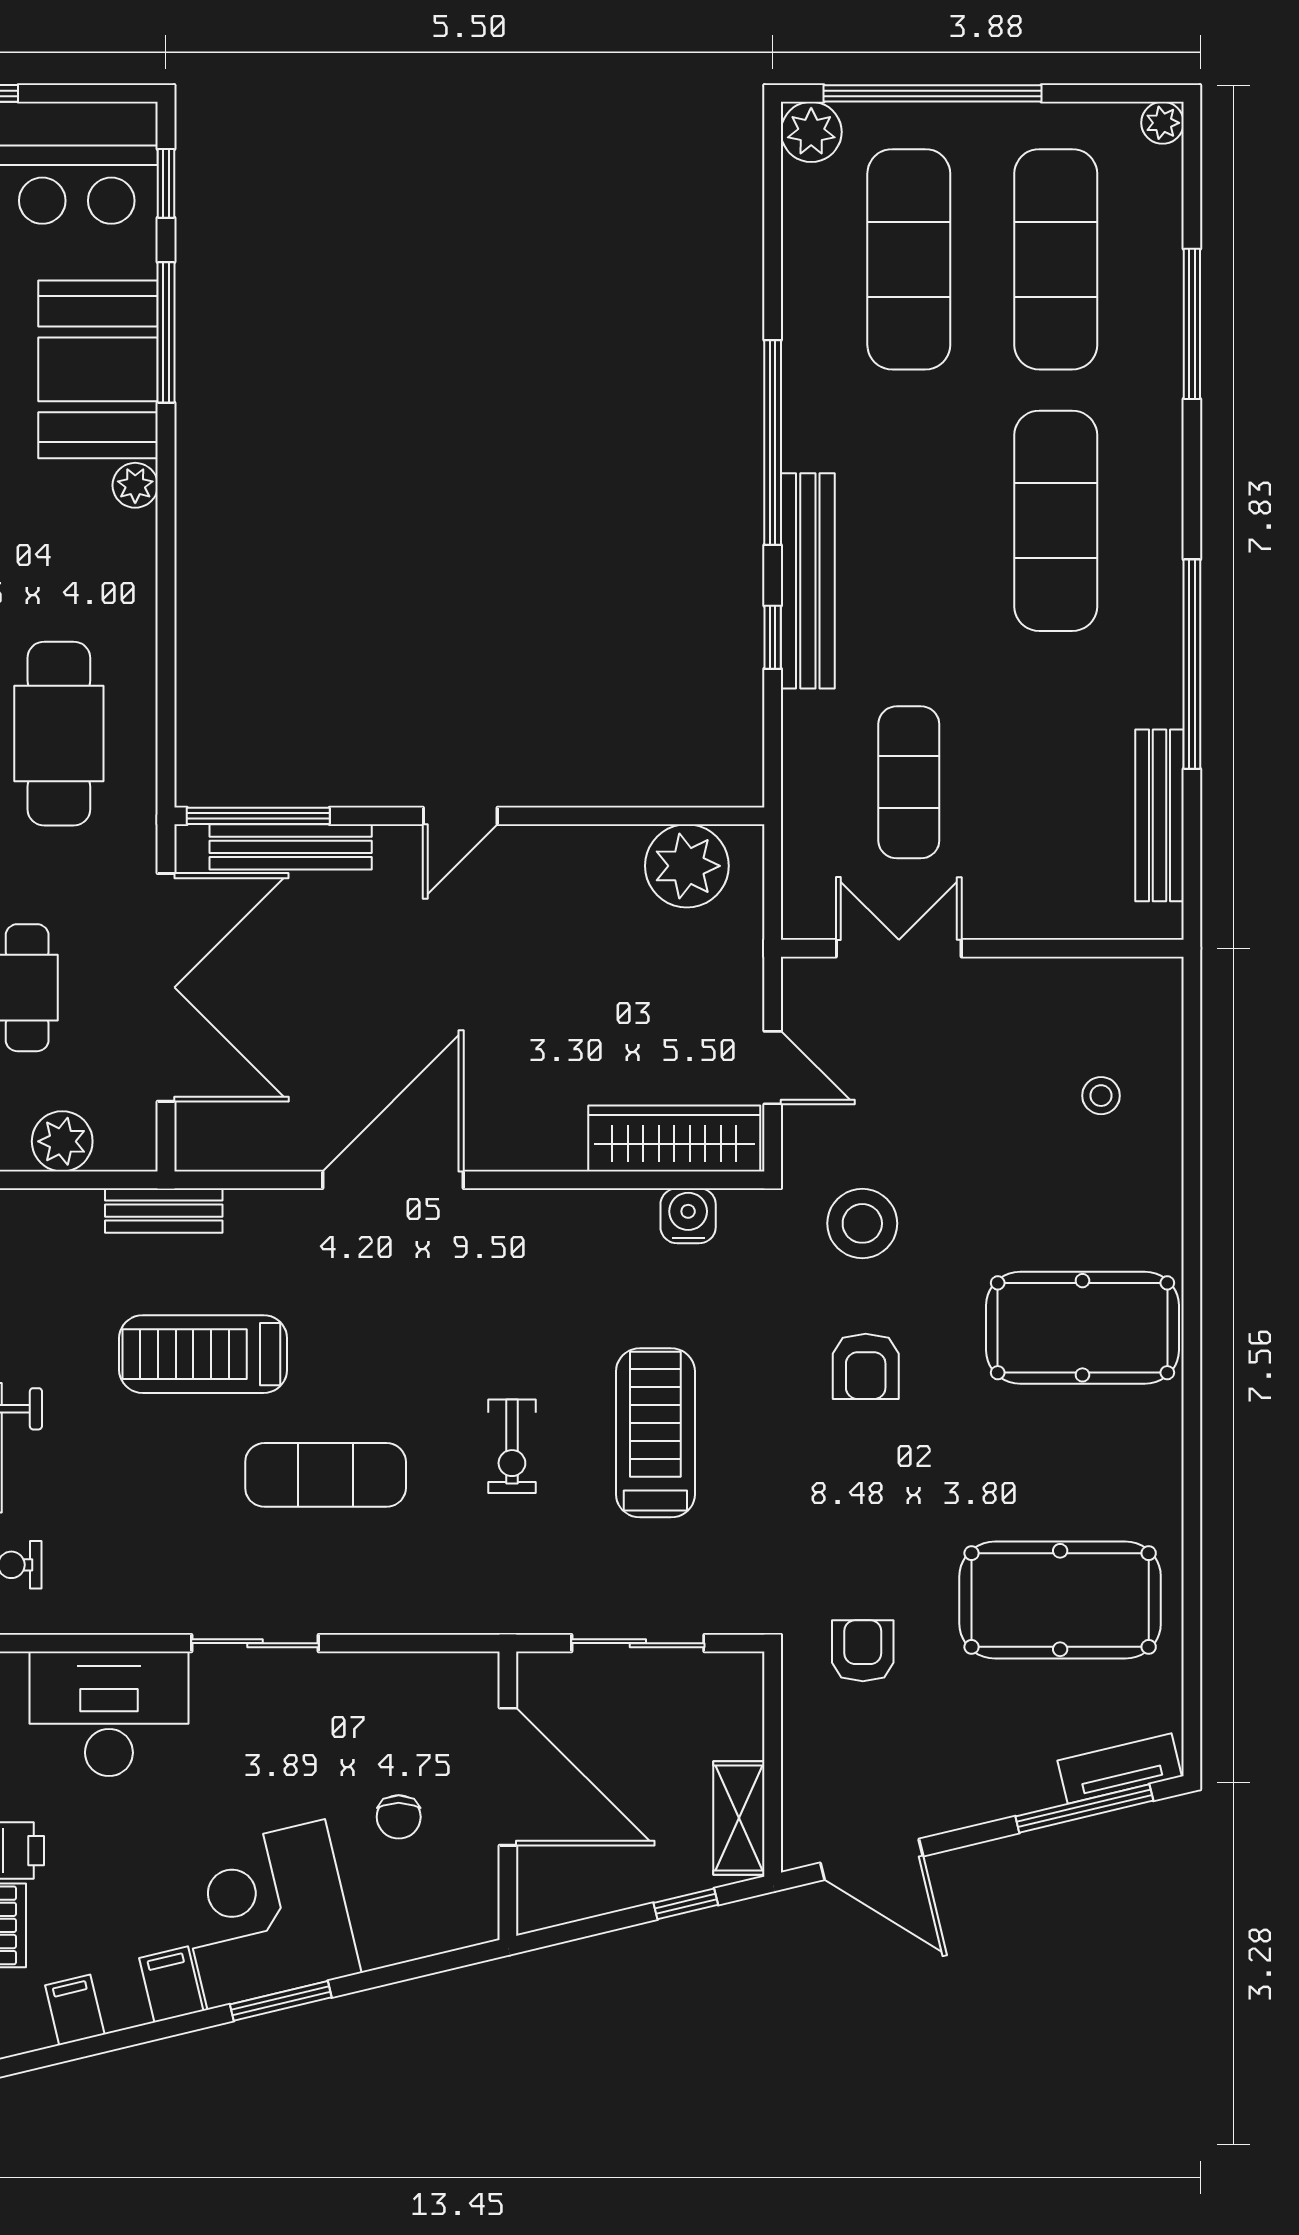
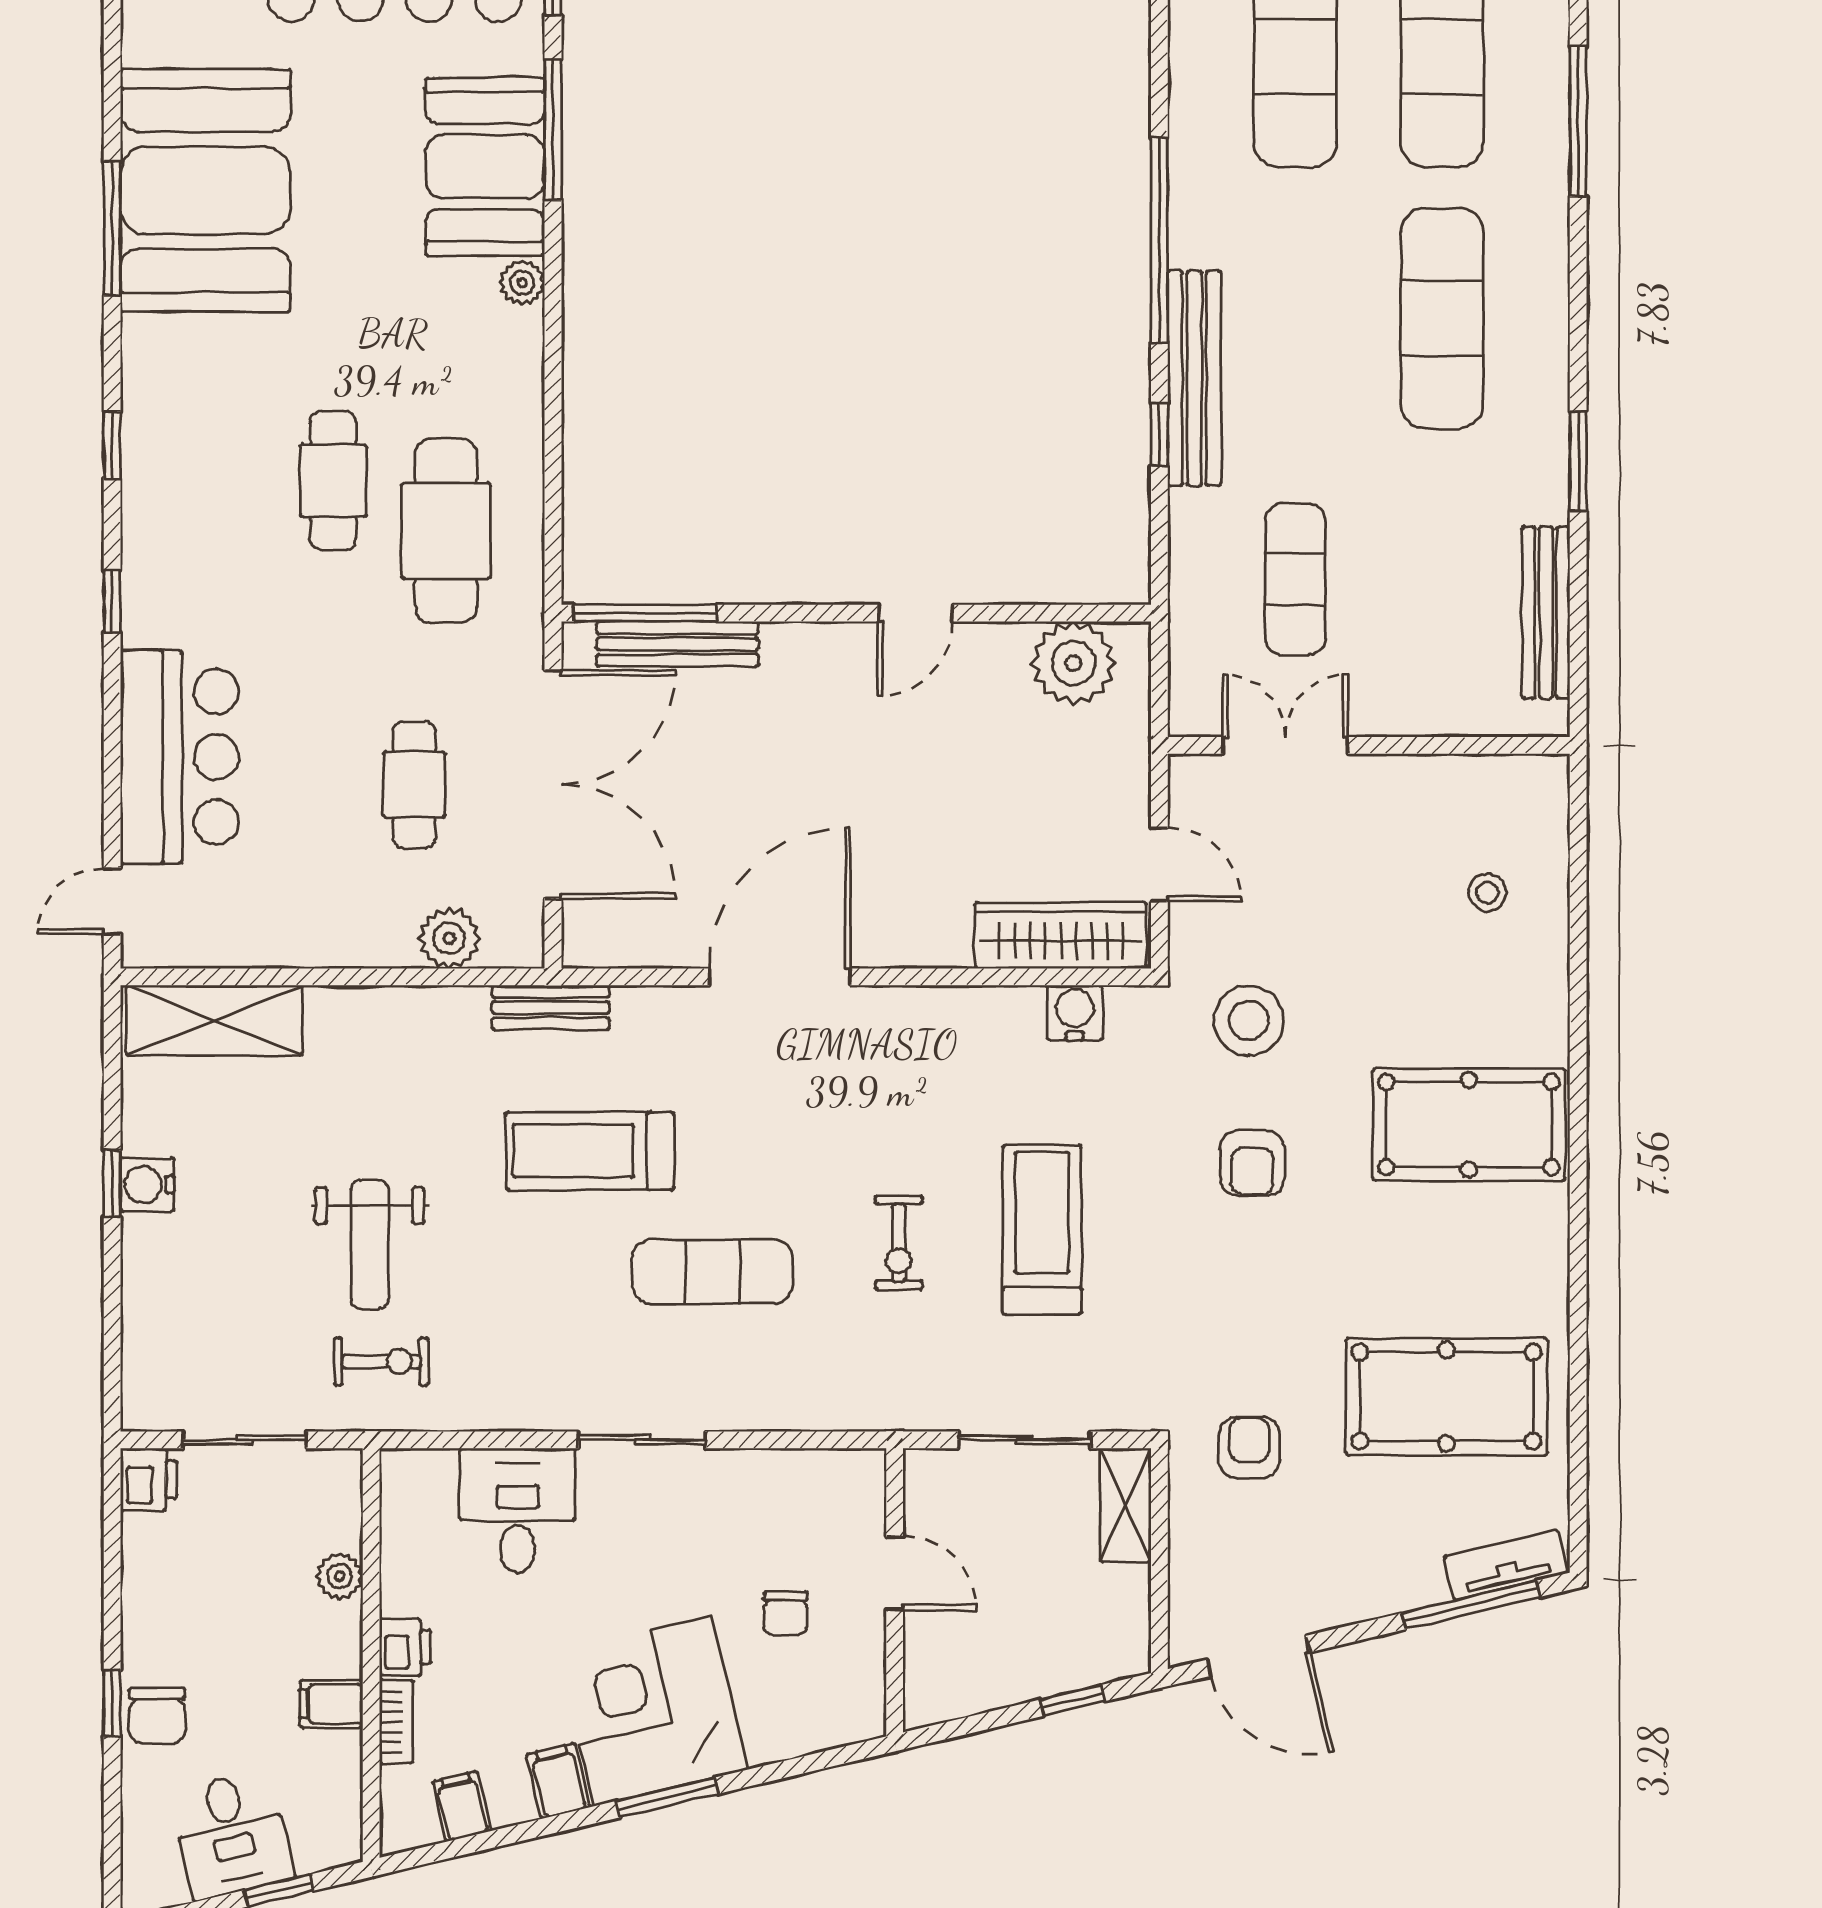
window: (1192, 664) -> (1578, 461), width x0.47
door: (460, 816) -> (915, 613), moved
desk: (109, 1714) -> (517, 1510), width x0.73
door: (508, 1777) -> (895, 1573), width x0.53
shelving: (739, 1818) -> (1125, 1505), moved

